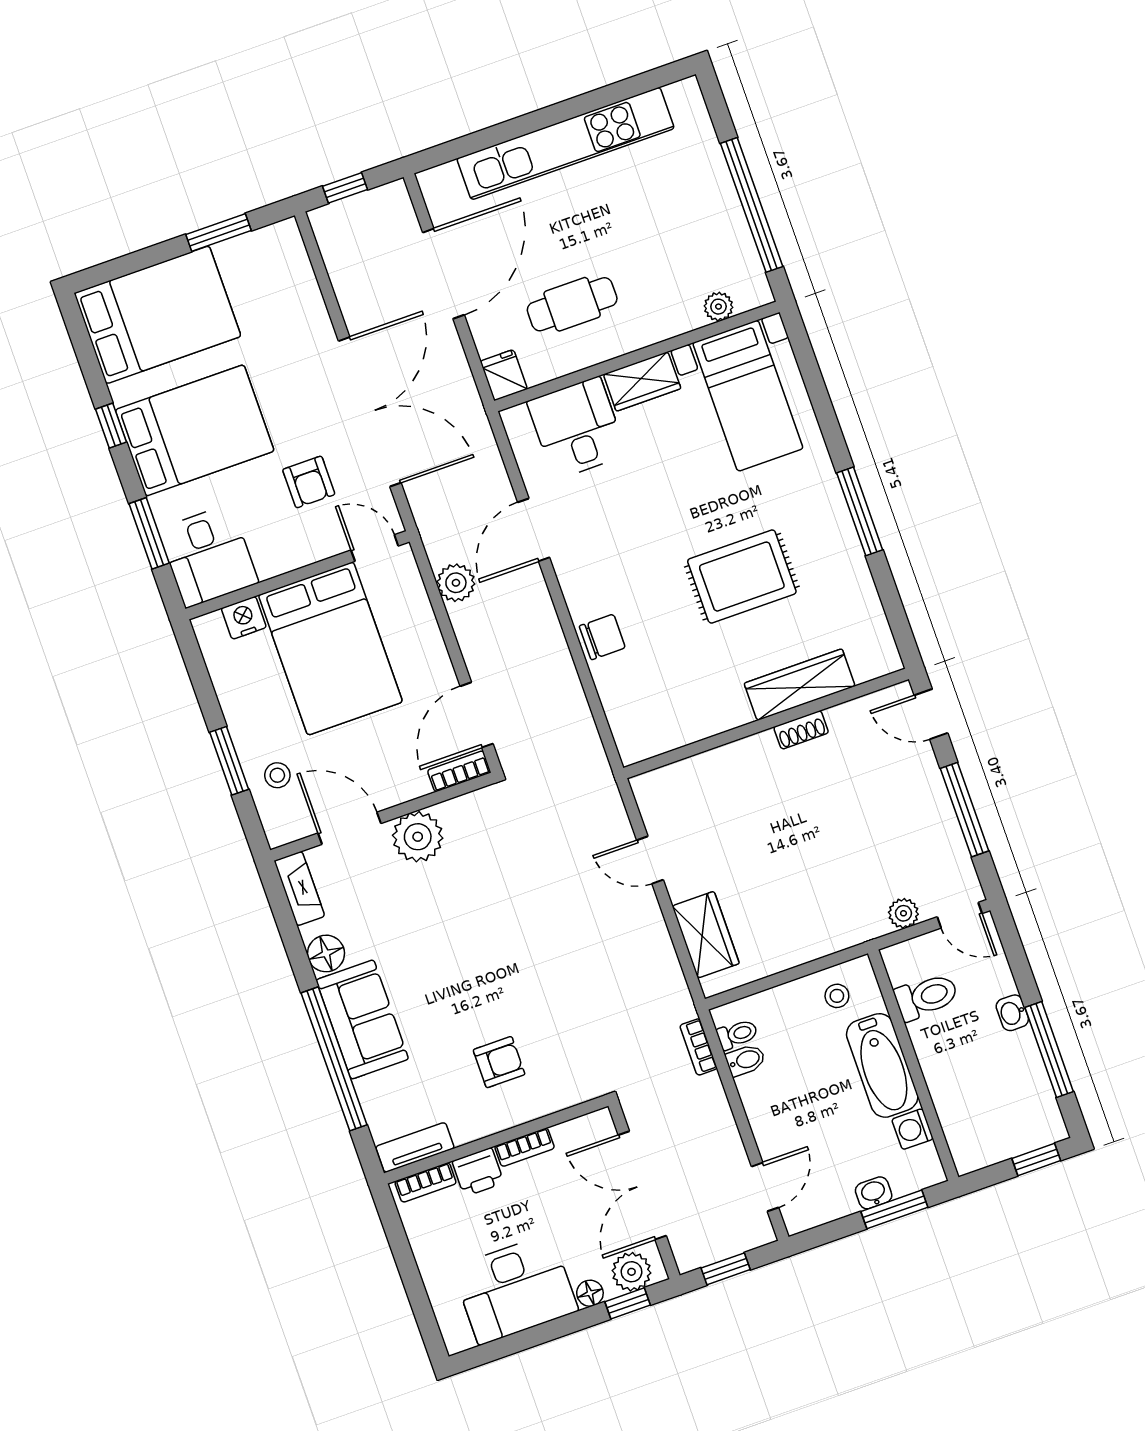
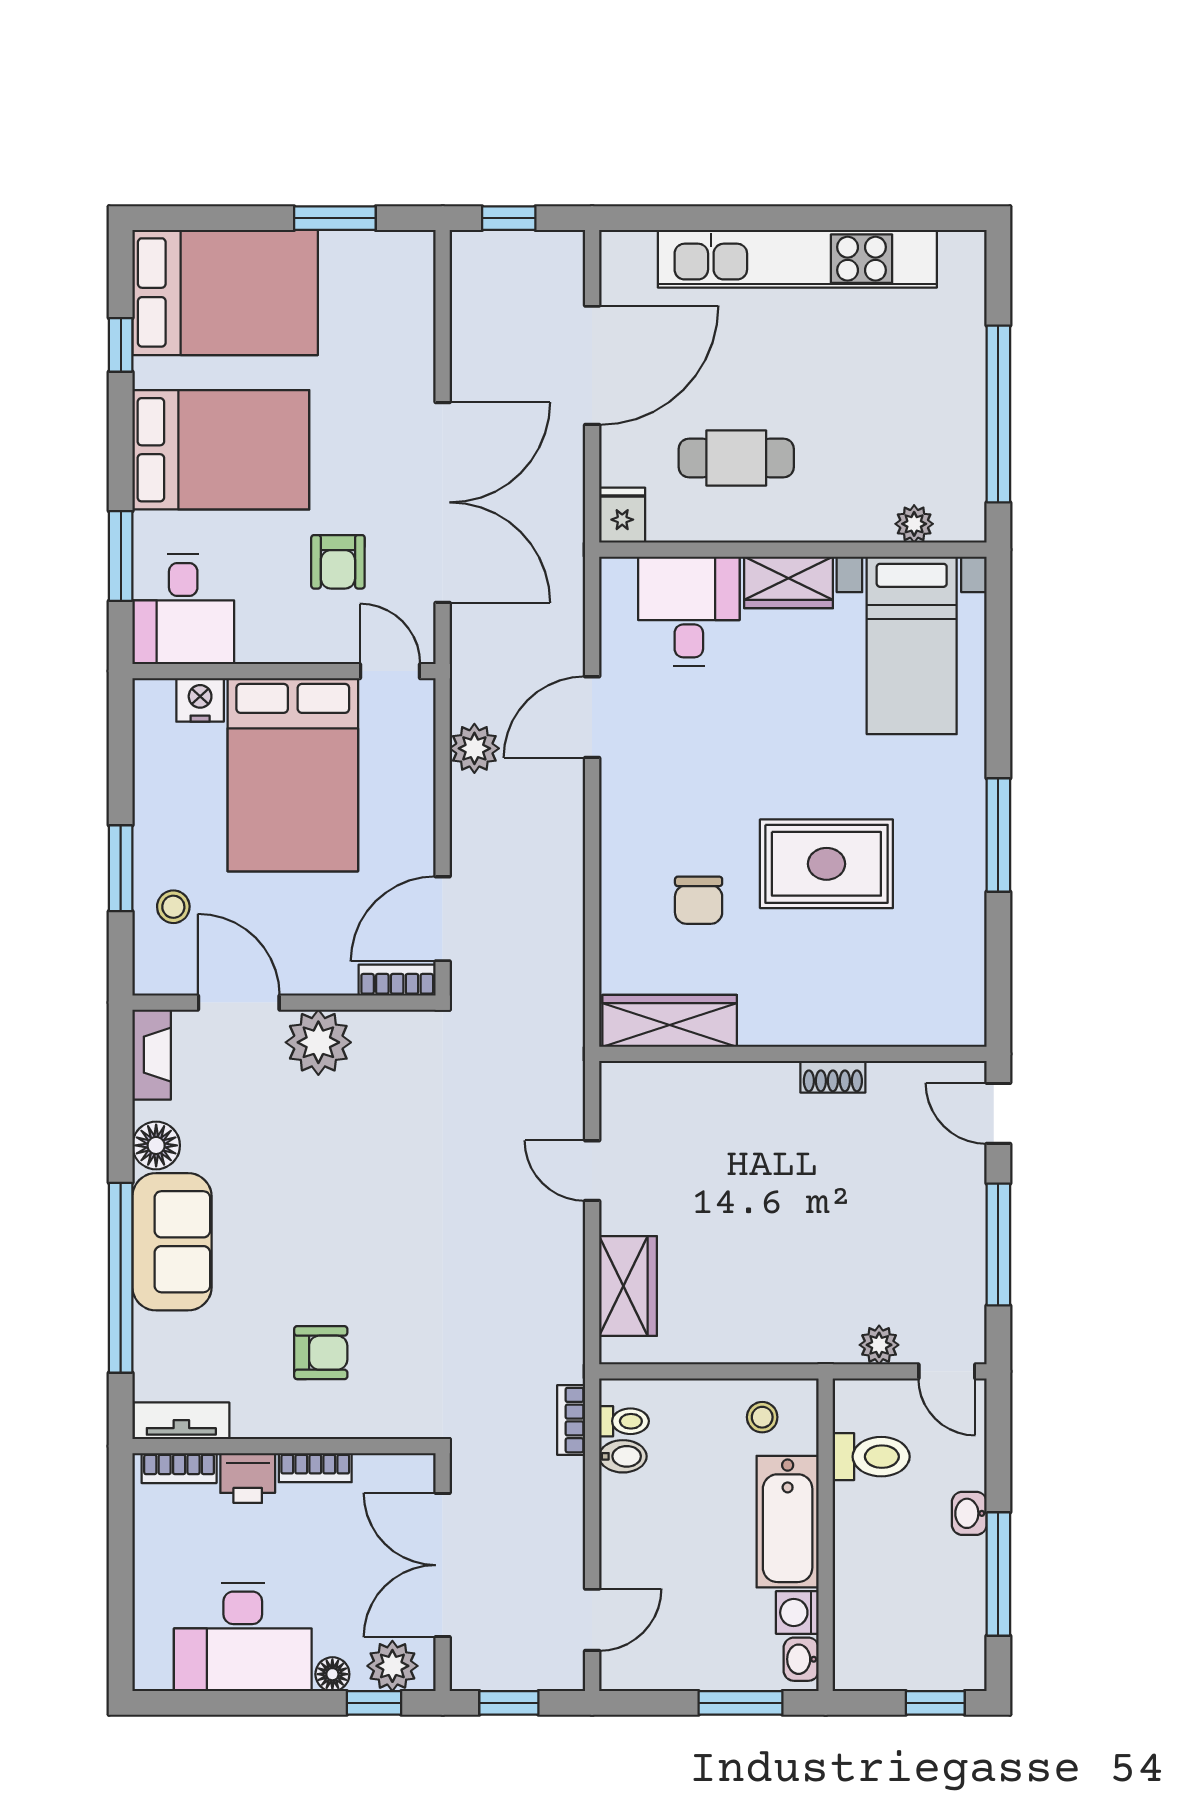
window: (111, 426) -> (121, 345), moved
chair: (602, 637) -> (699, 900), moved, turned 90
wardrobe: (800, 685) -> (670, 1021), moved
washbasin: (874, 1193) -> (801, 1659), moved, turned -90

